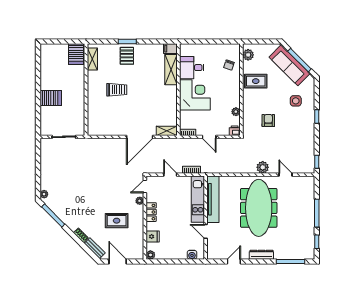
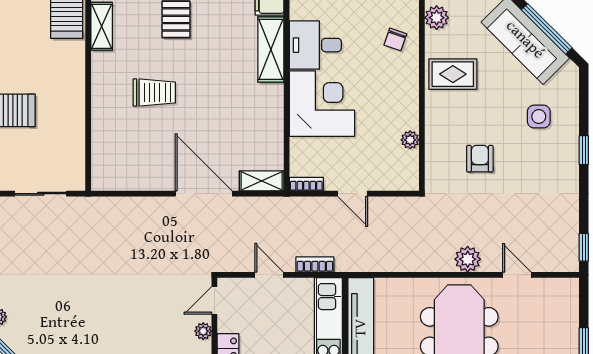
printer: (235, 131) -> (408, 180), removed
door: (140, 137) -> (204, 194), swing flipped

